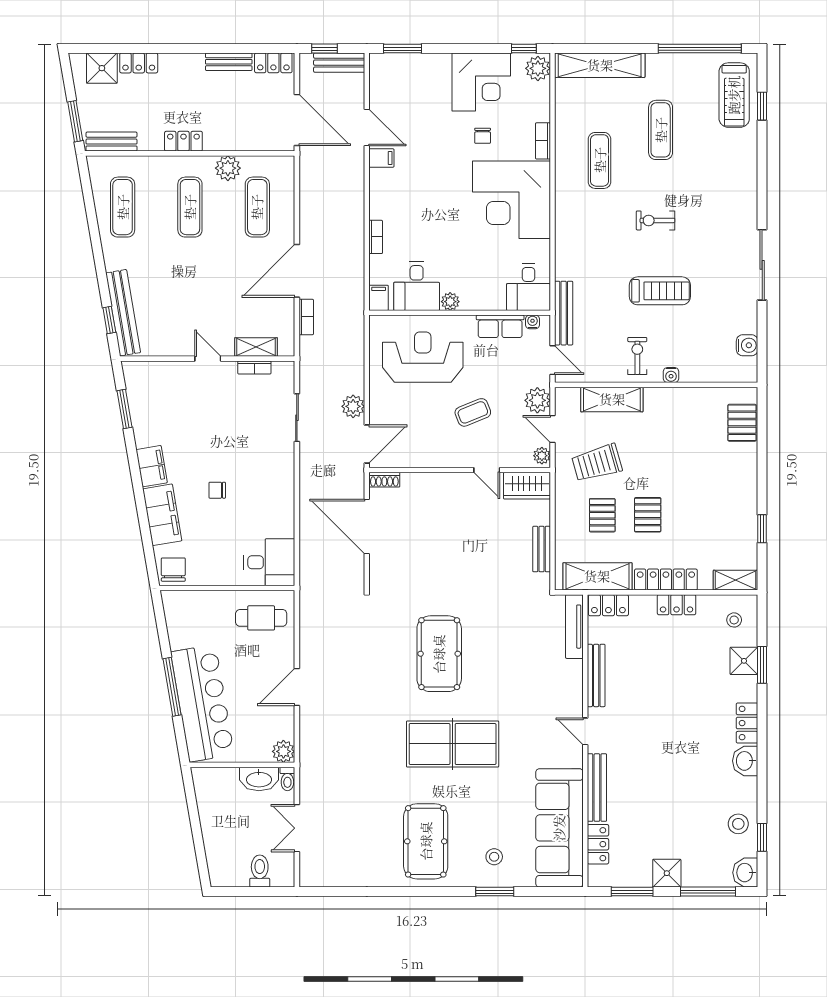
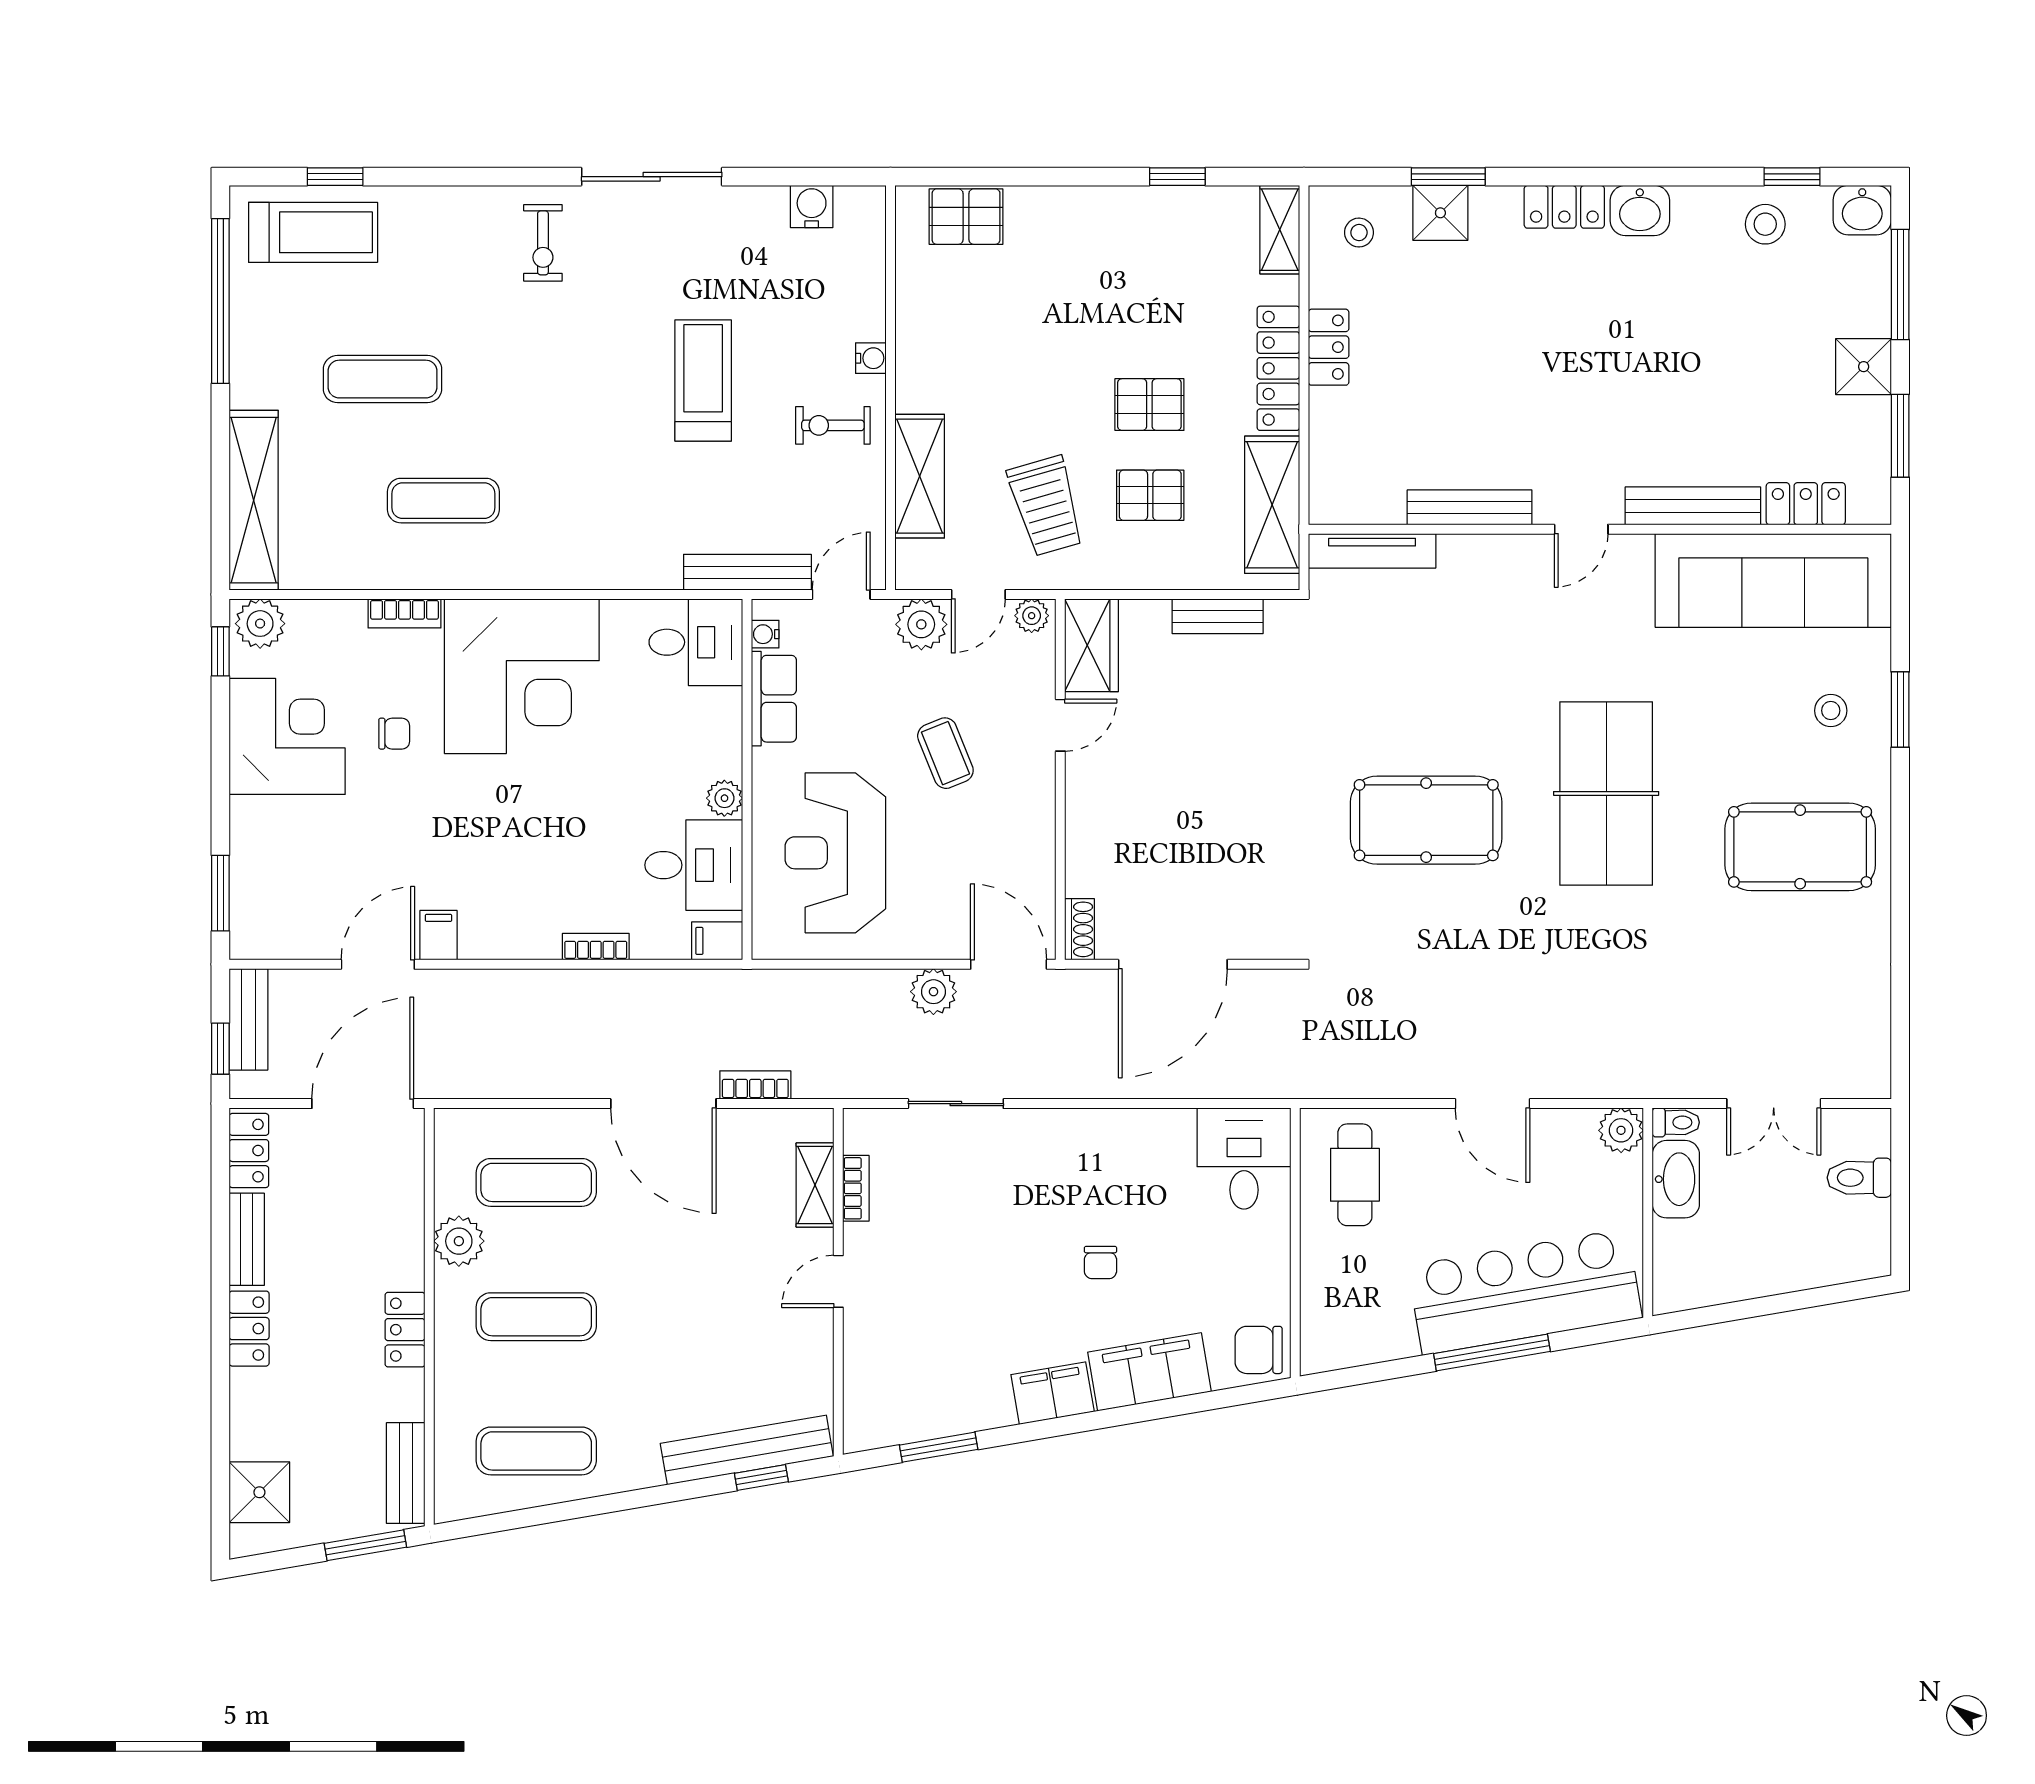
locker: (139, 63) -> (249, 1329), moved
exercise bike: (656, 220) -> (543, 243), moved
locker: (608, 605) -> (1329, 483), removed

